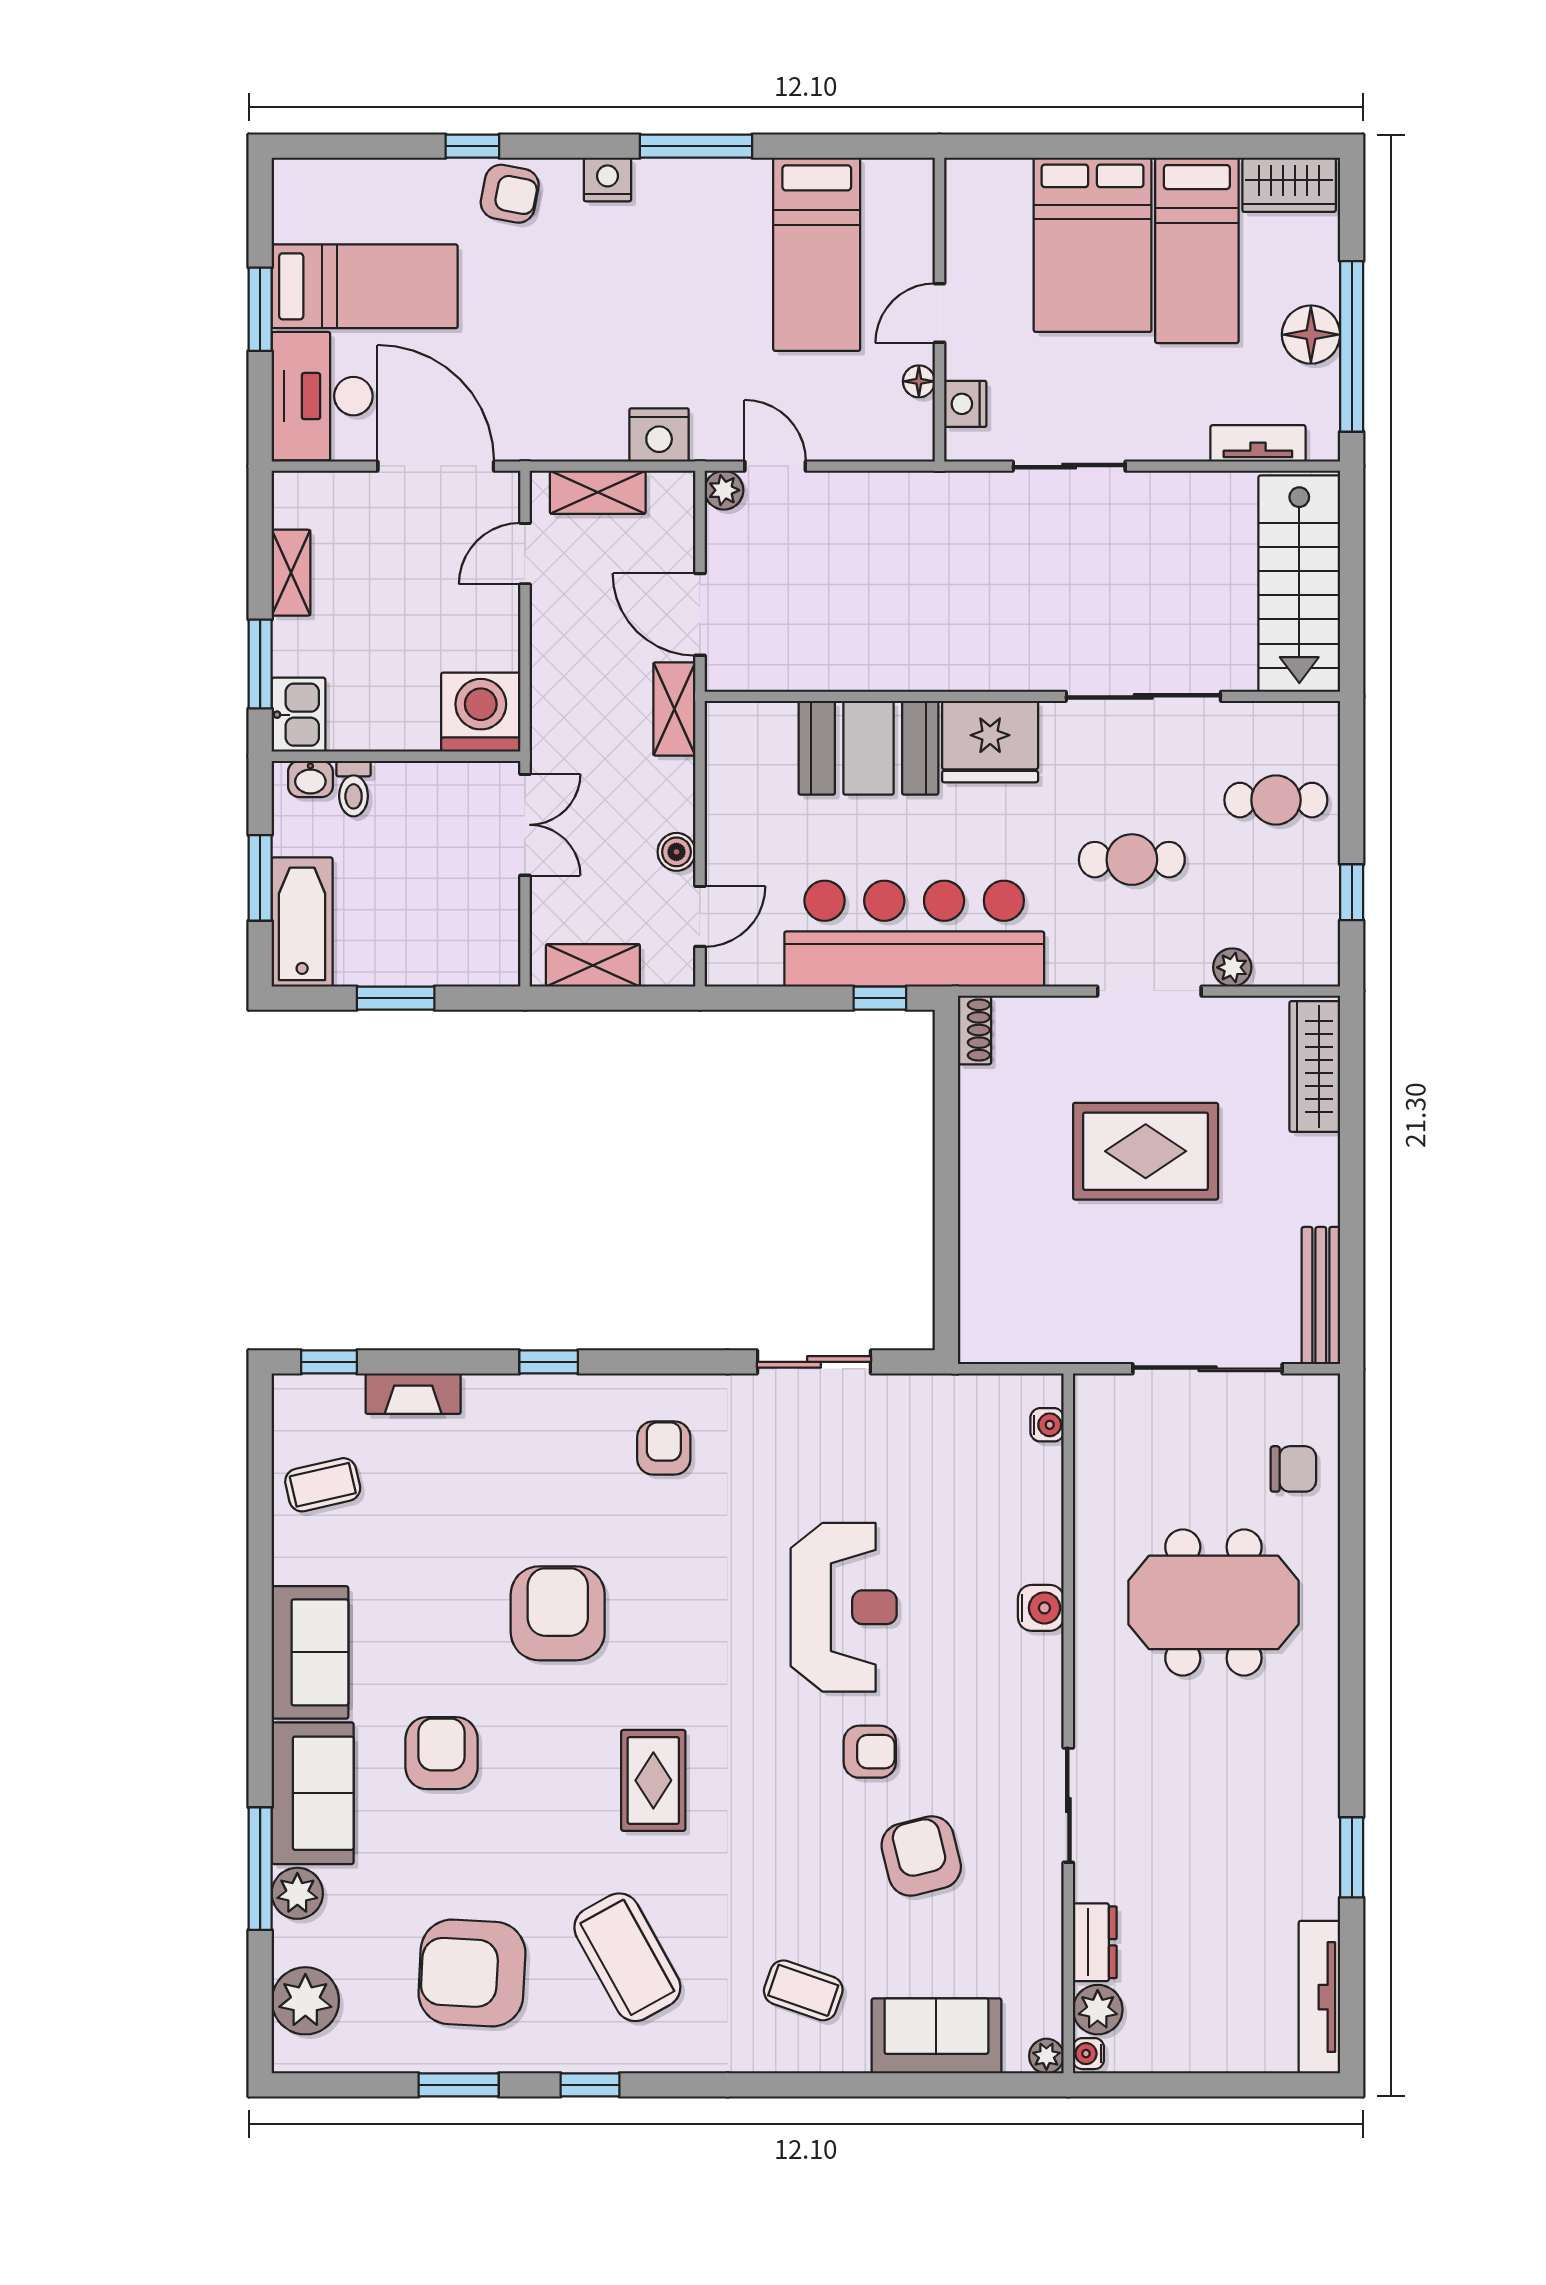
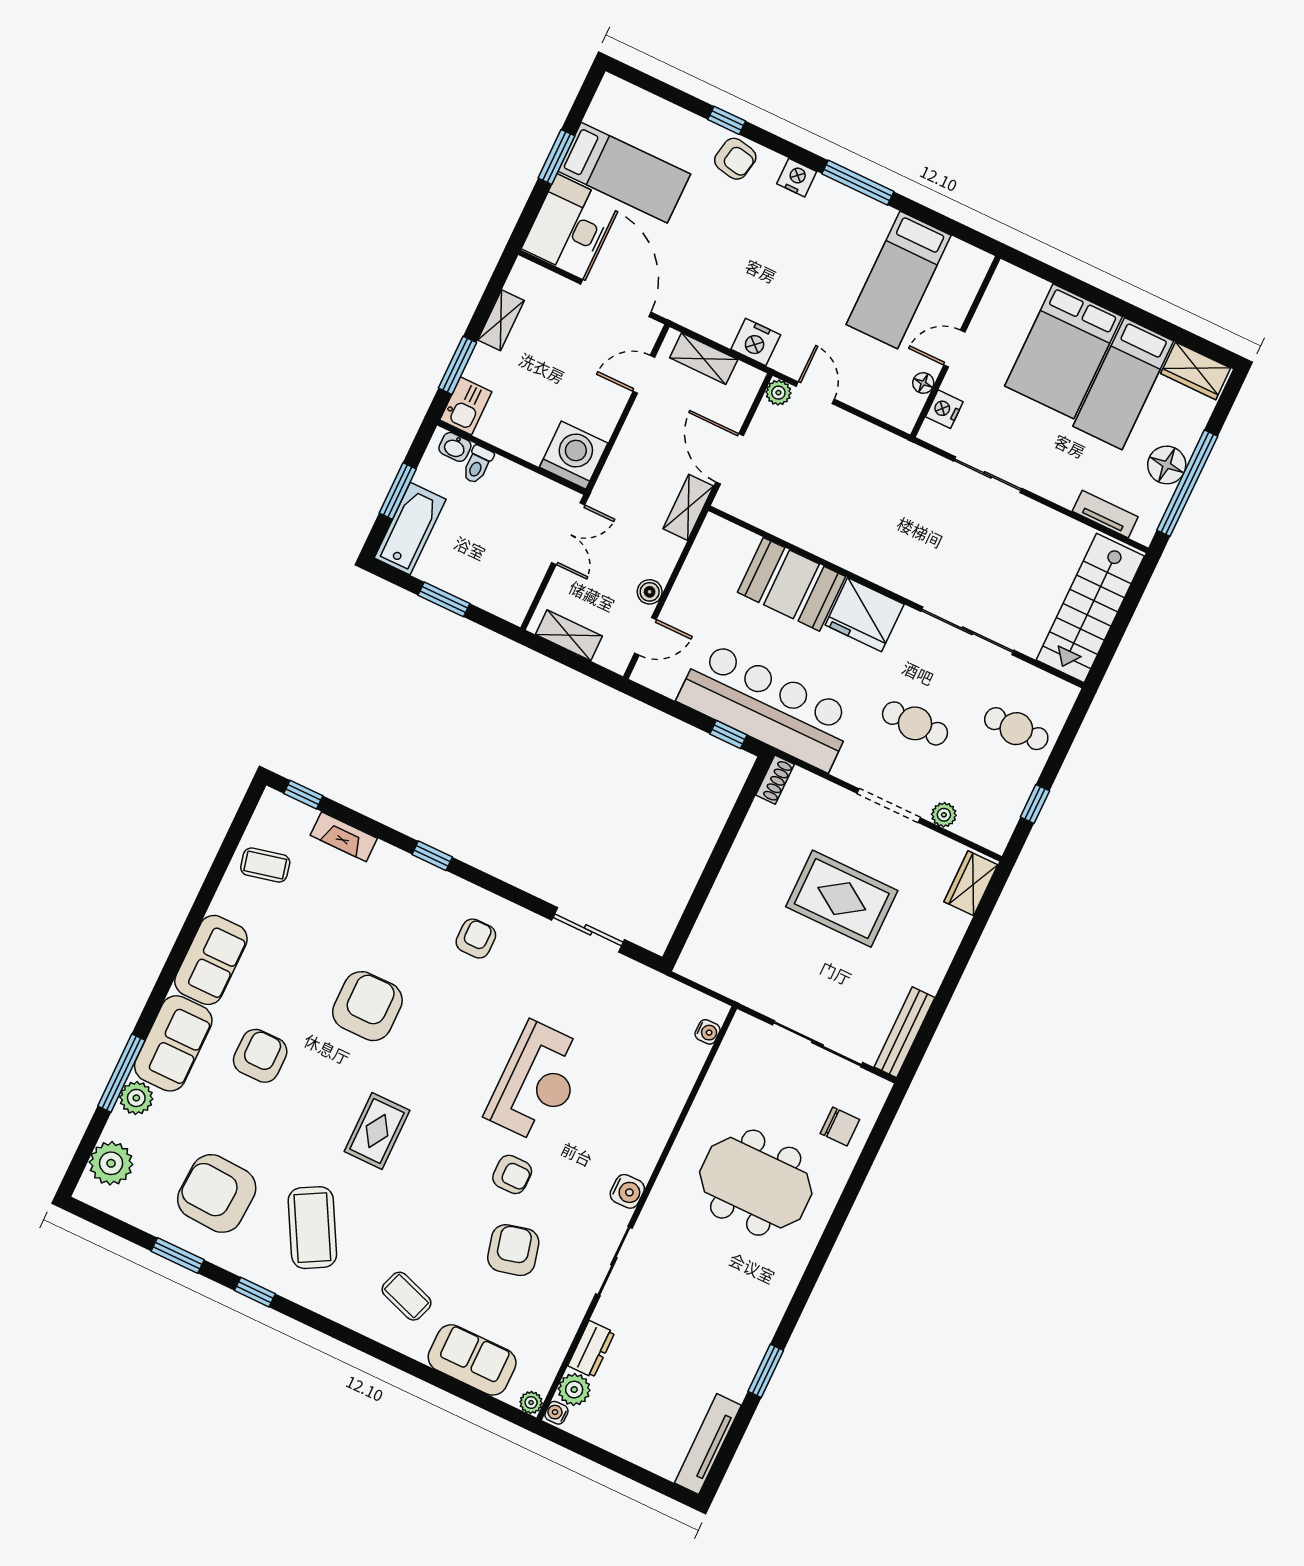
wardrobe: (1315, 1066) -> (971, 883), width x0.67
water cooler: (1041, 1608) -> (627, 1191), moved

